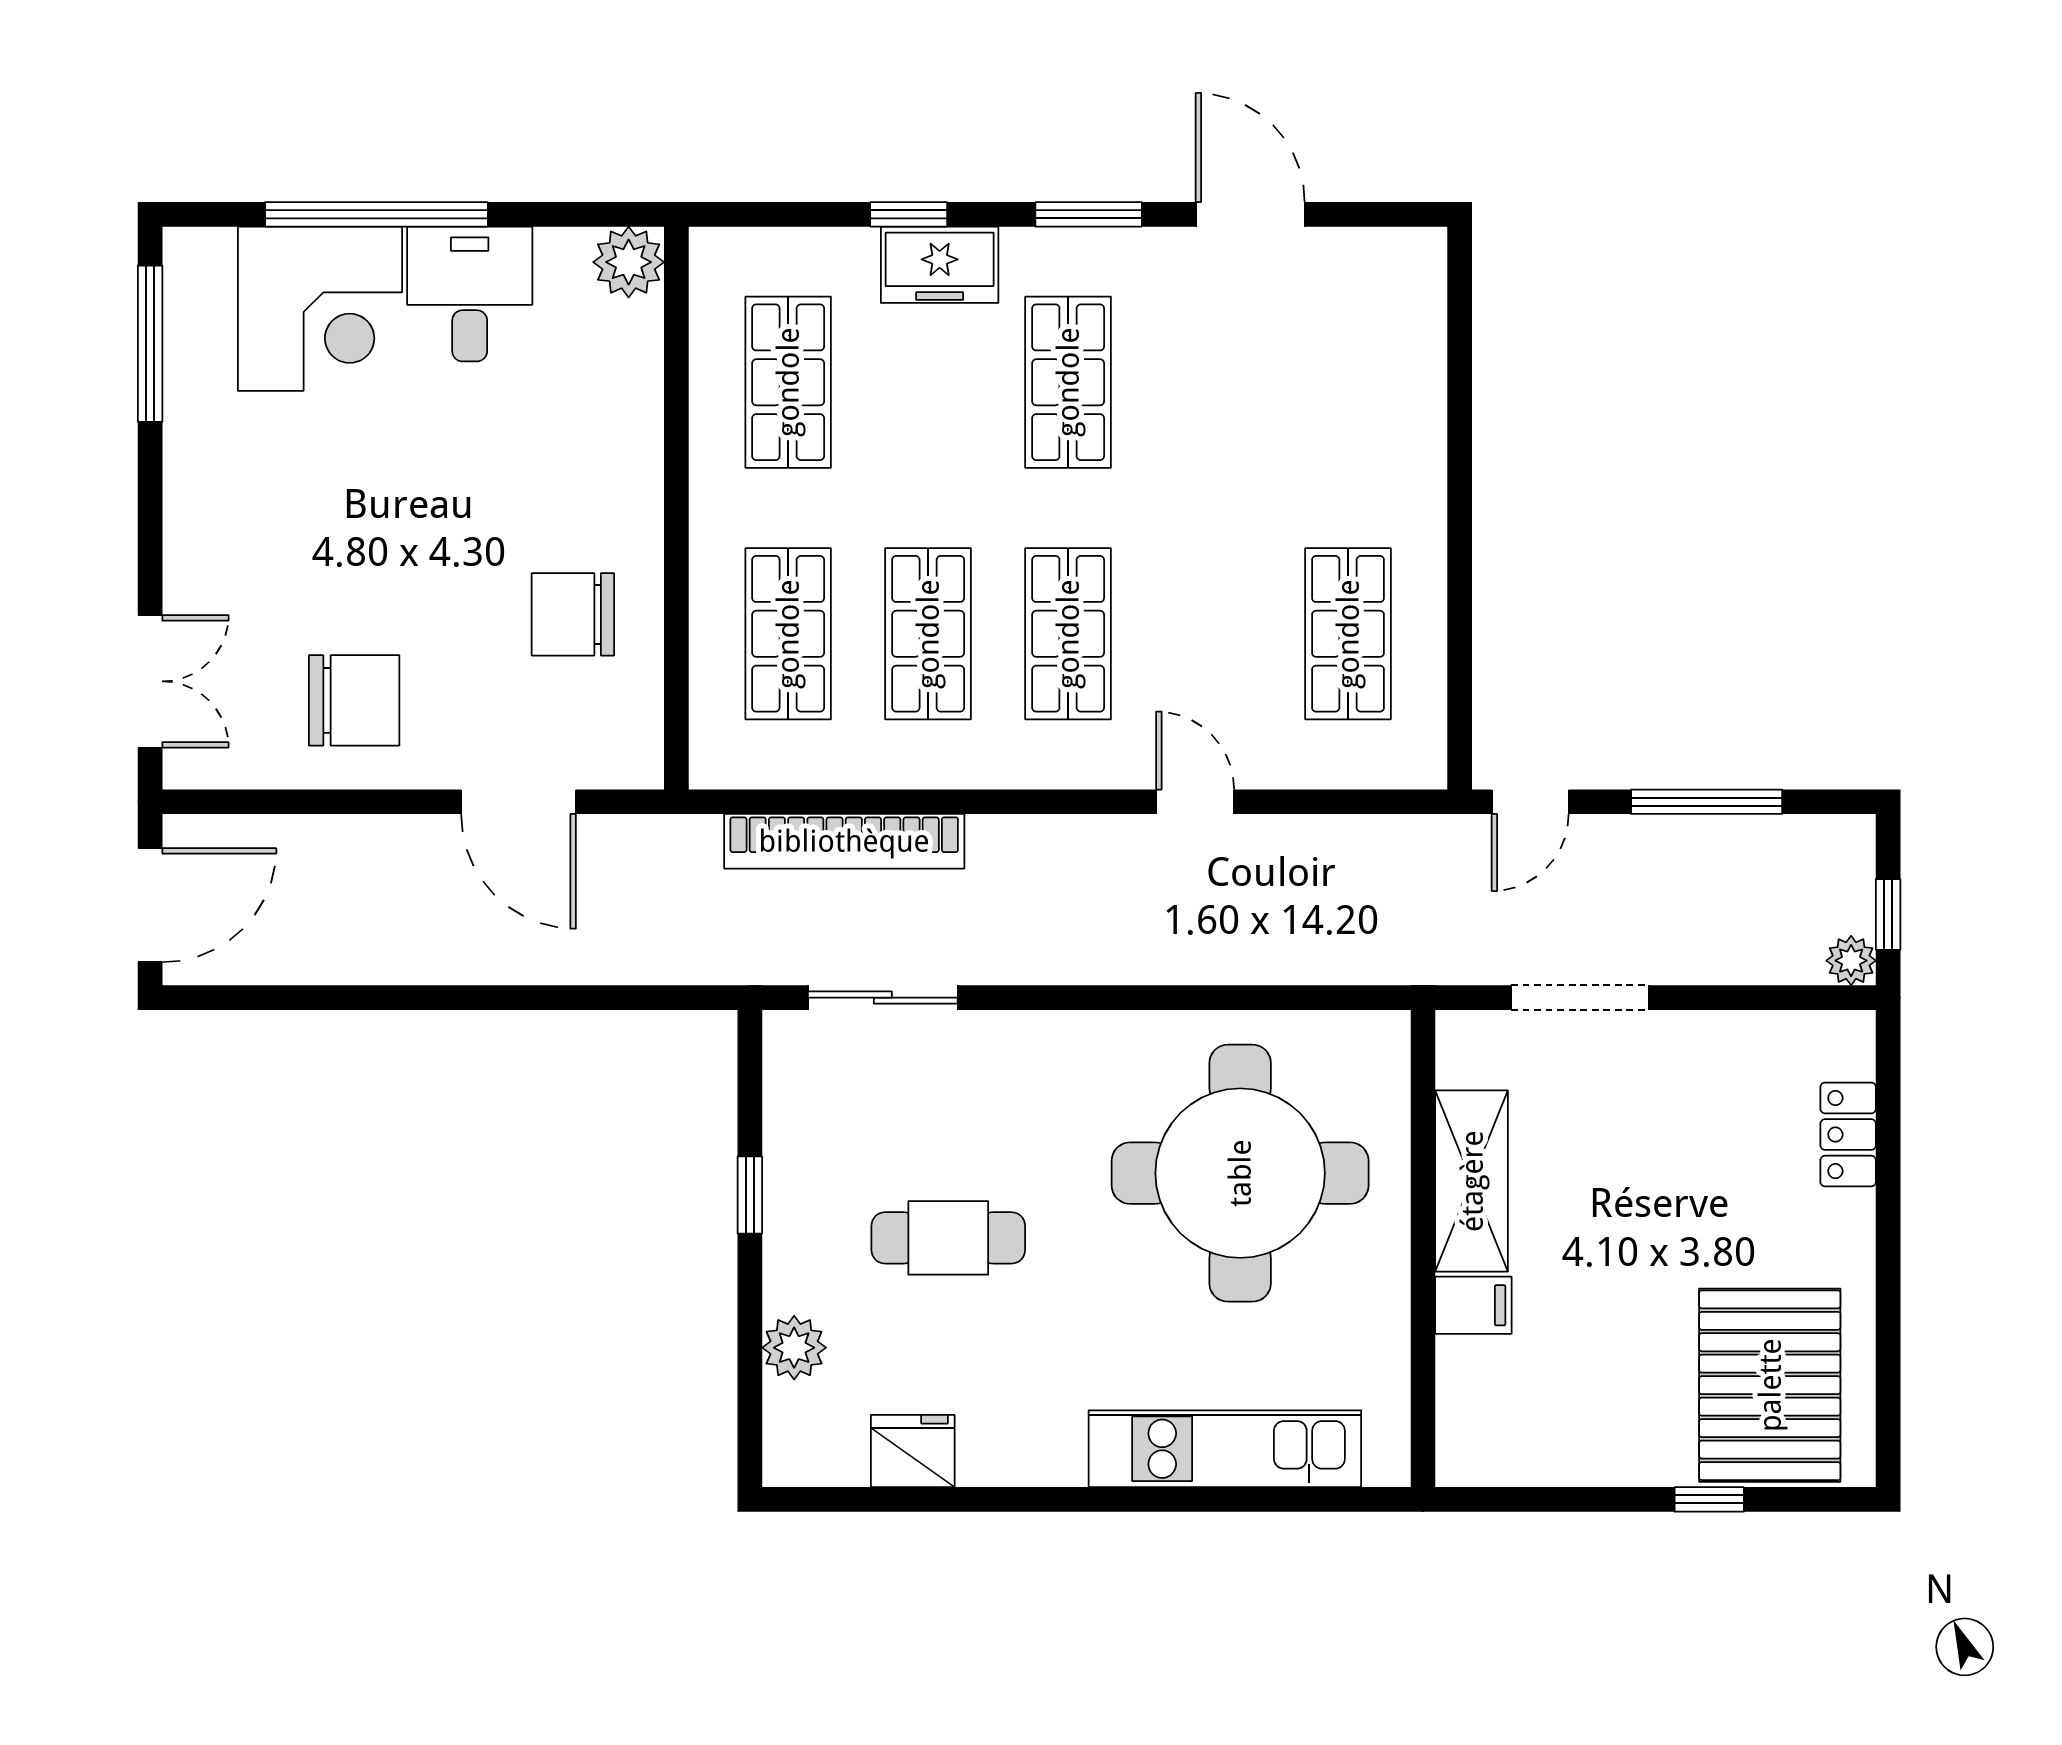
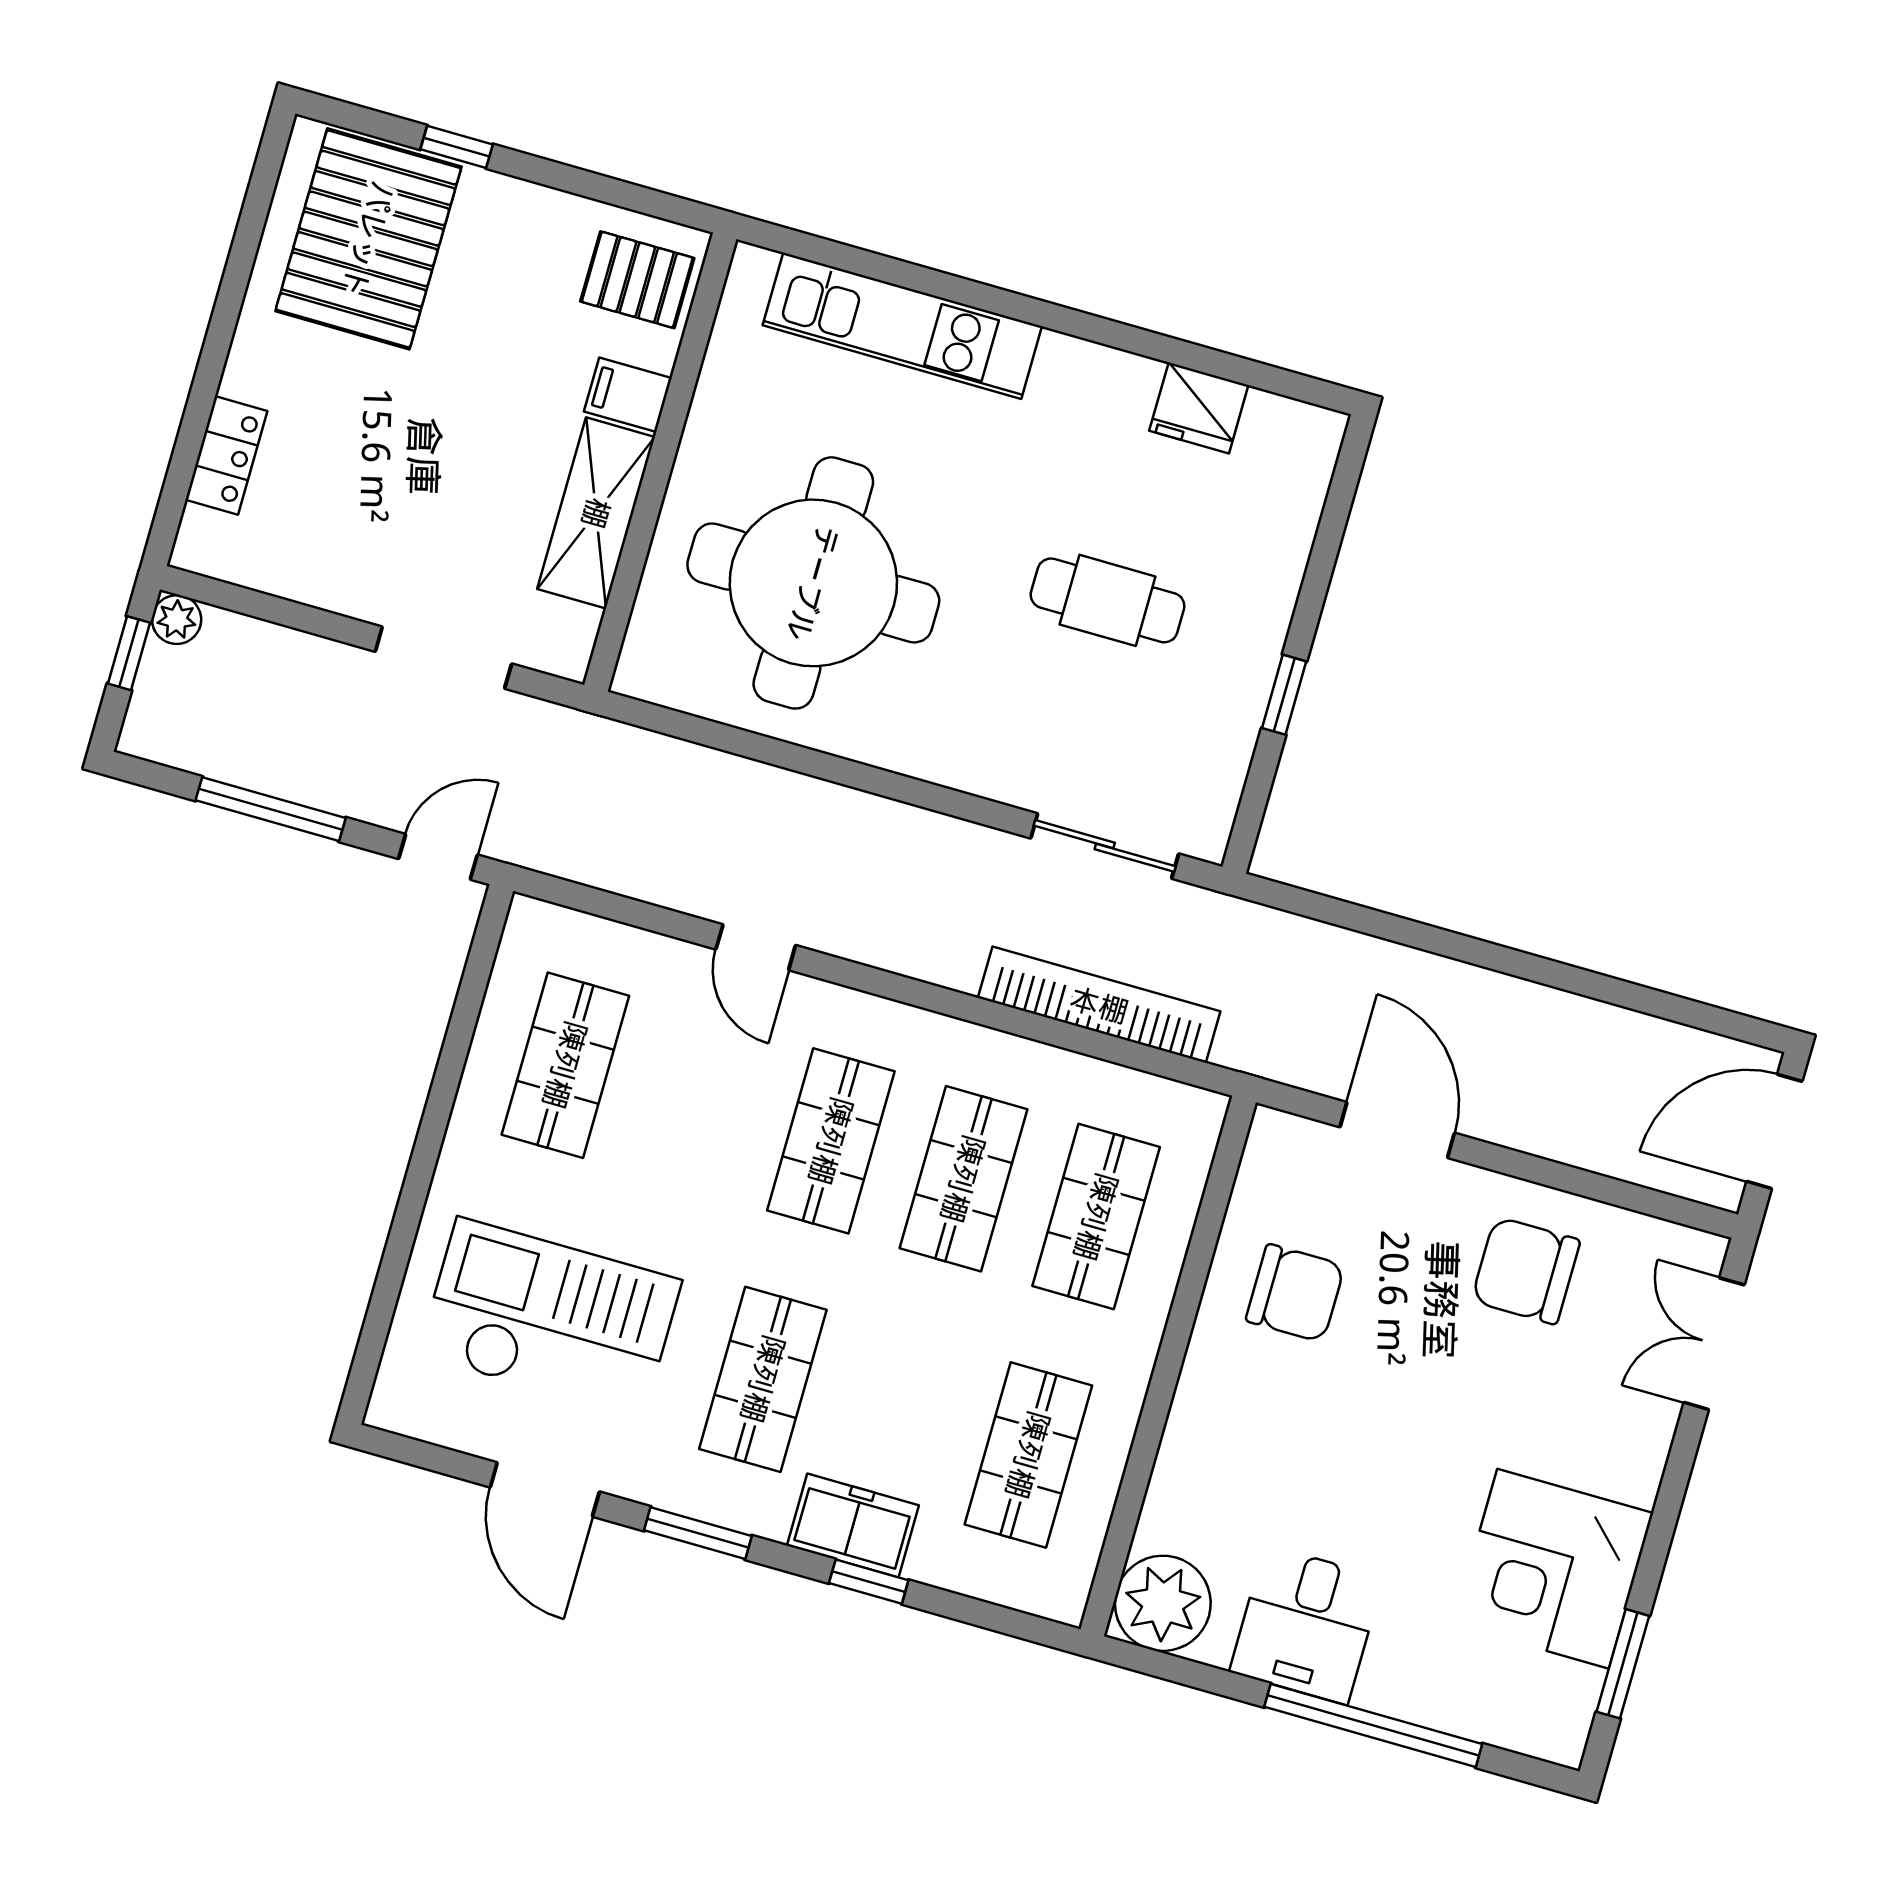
plant: (629, 262) -> (1163, 1603), width x1.36, depth x1.36
corner desk: (320, 309) -> (1553, 1569), moved, turned -90
window: (150, 344) -> (1623, 1664), width x0.69
checkout: (1293, 383) -> (550, 1318), added
plant: (794, 1348) -> (1283, 538), removed
pallet: (1496, 1420) -> (637, 280), added

